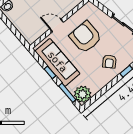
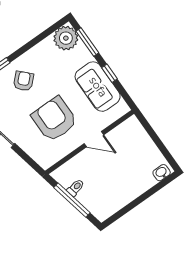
armchair: (86, 37) -> (54, 119), turned 180
sofa: (57, 62) -> (98, 87), width x0.73

